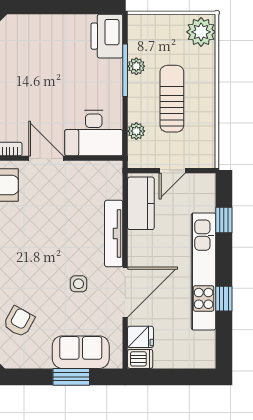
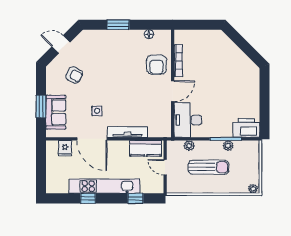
plant: (201, 32) -> (253, 189), width x0.53, depth x0.53
dishwasher: (140, 359) -> (52, 148), removed

